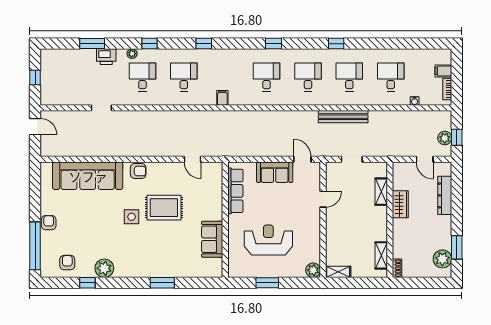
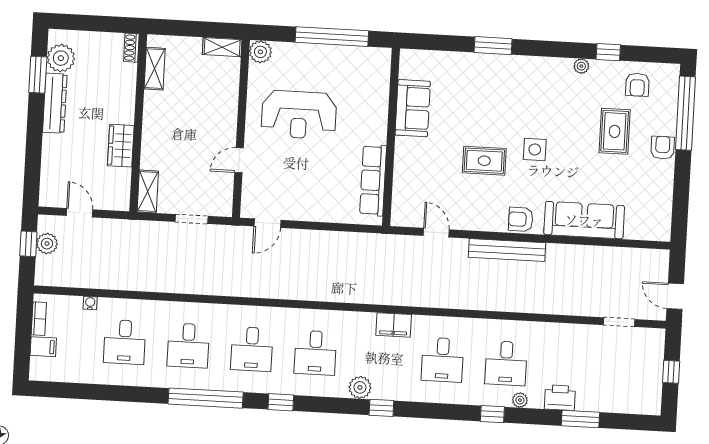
window: (204, 44) -> (381, 408), moved
window: (274, 44) -> (281, 402), moved
window: (336, 44) -> (206, 398), width x3.17
plant: (236, 56) -> (360, 387), added
filing cabinet: (222, 98) -> (394, 325), width x2.00
doorway: (101, 108) -> (619, 322), moved
bench: (343, 117) -> (507, 250), moved
door: (302, 159) -> (267, 223), hinge flipped
sofa: (275, 172) -> (311, 206), removed
sofa: (88, 176) -> (584, 220), width x0.74, depth x0.79
shelving: (381, 192) -> (148, 192), moved
dresser: (445, 195) -> (55, 103), moved
rug: (164, 208) -> (484, 161), width x0.73, depth x0.70
armchair: (49, 223) -> (663, 148), turned 180
rug: (80, 231) -> (615, 131), added
reception desk: (268, 240) -> (299, 115), moved
plant: (104, 268) -> (581, 66), width x0.53, depth x0.53
window: (267, 283) -> (332, 37), width x2.11

